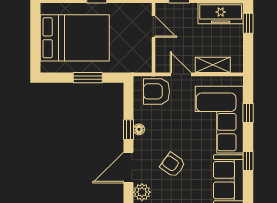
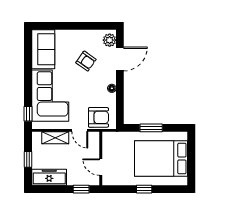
window: (248, 23) -> (28, 159), moved
window: (248, 113) -> (28, 114), moved
window: (128, 130) -> (120, 88), removed
window: (248, 161) -> (28, 64), removed

